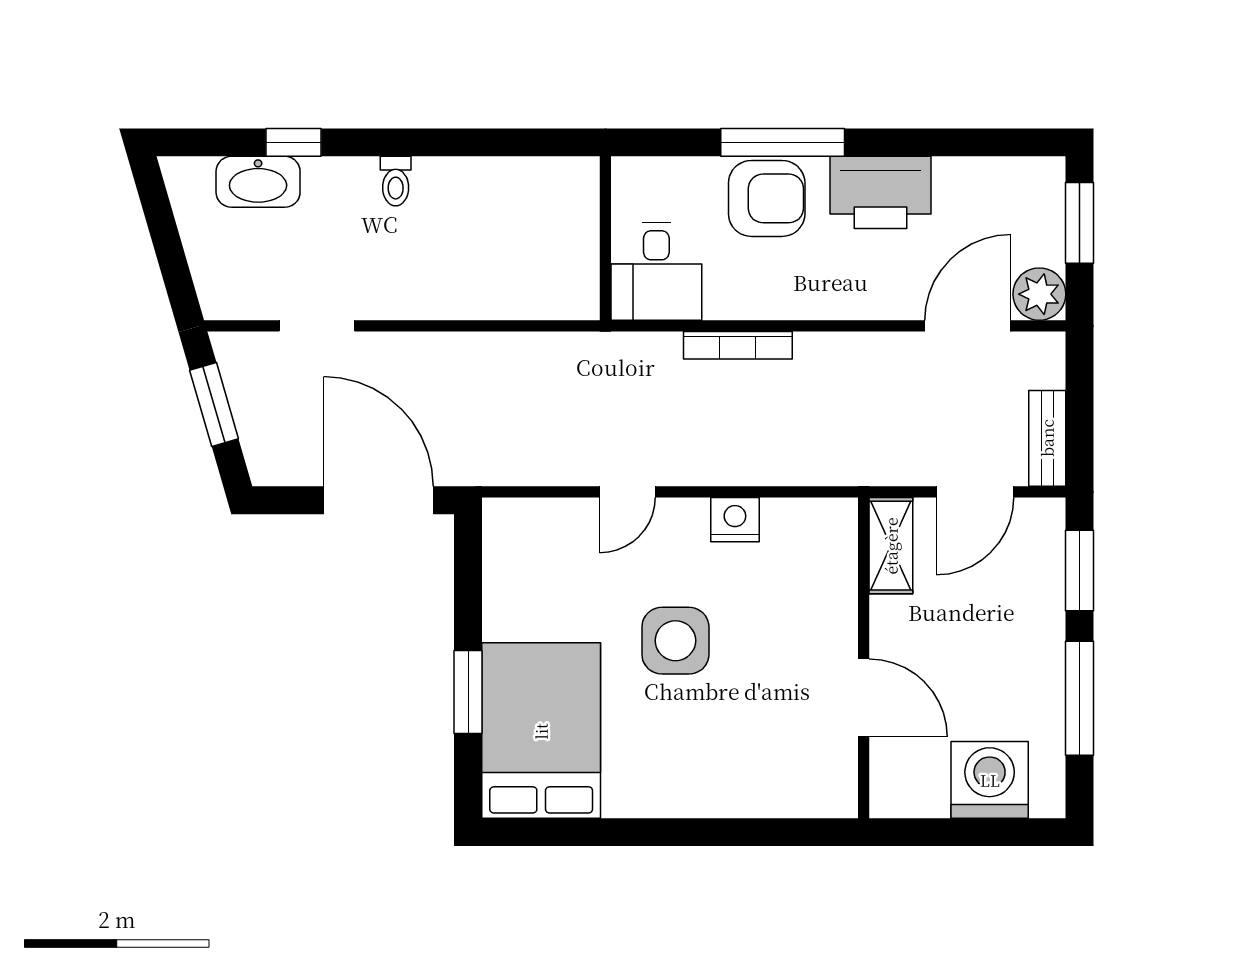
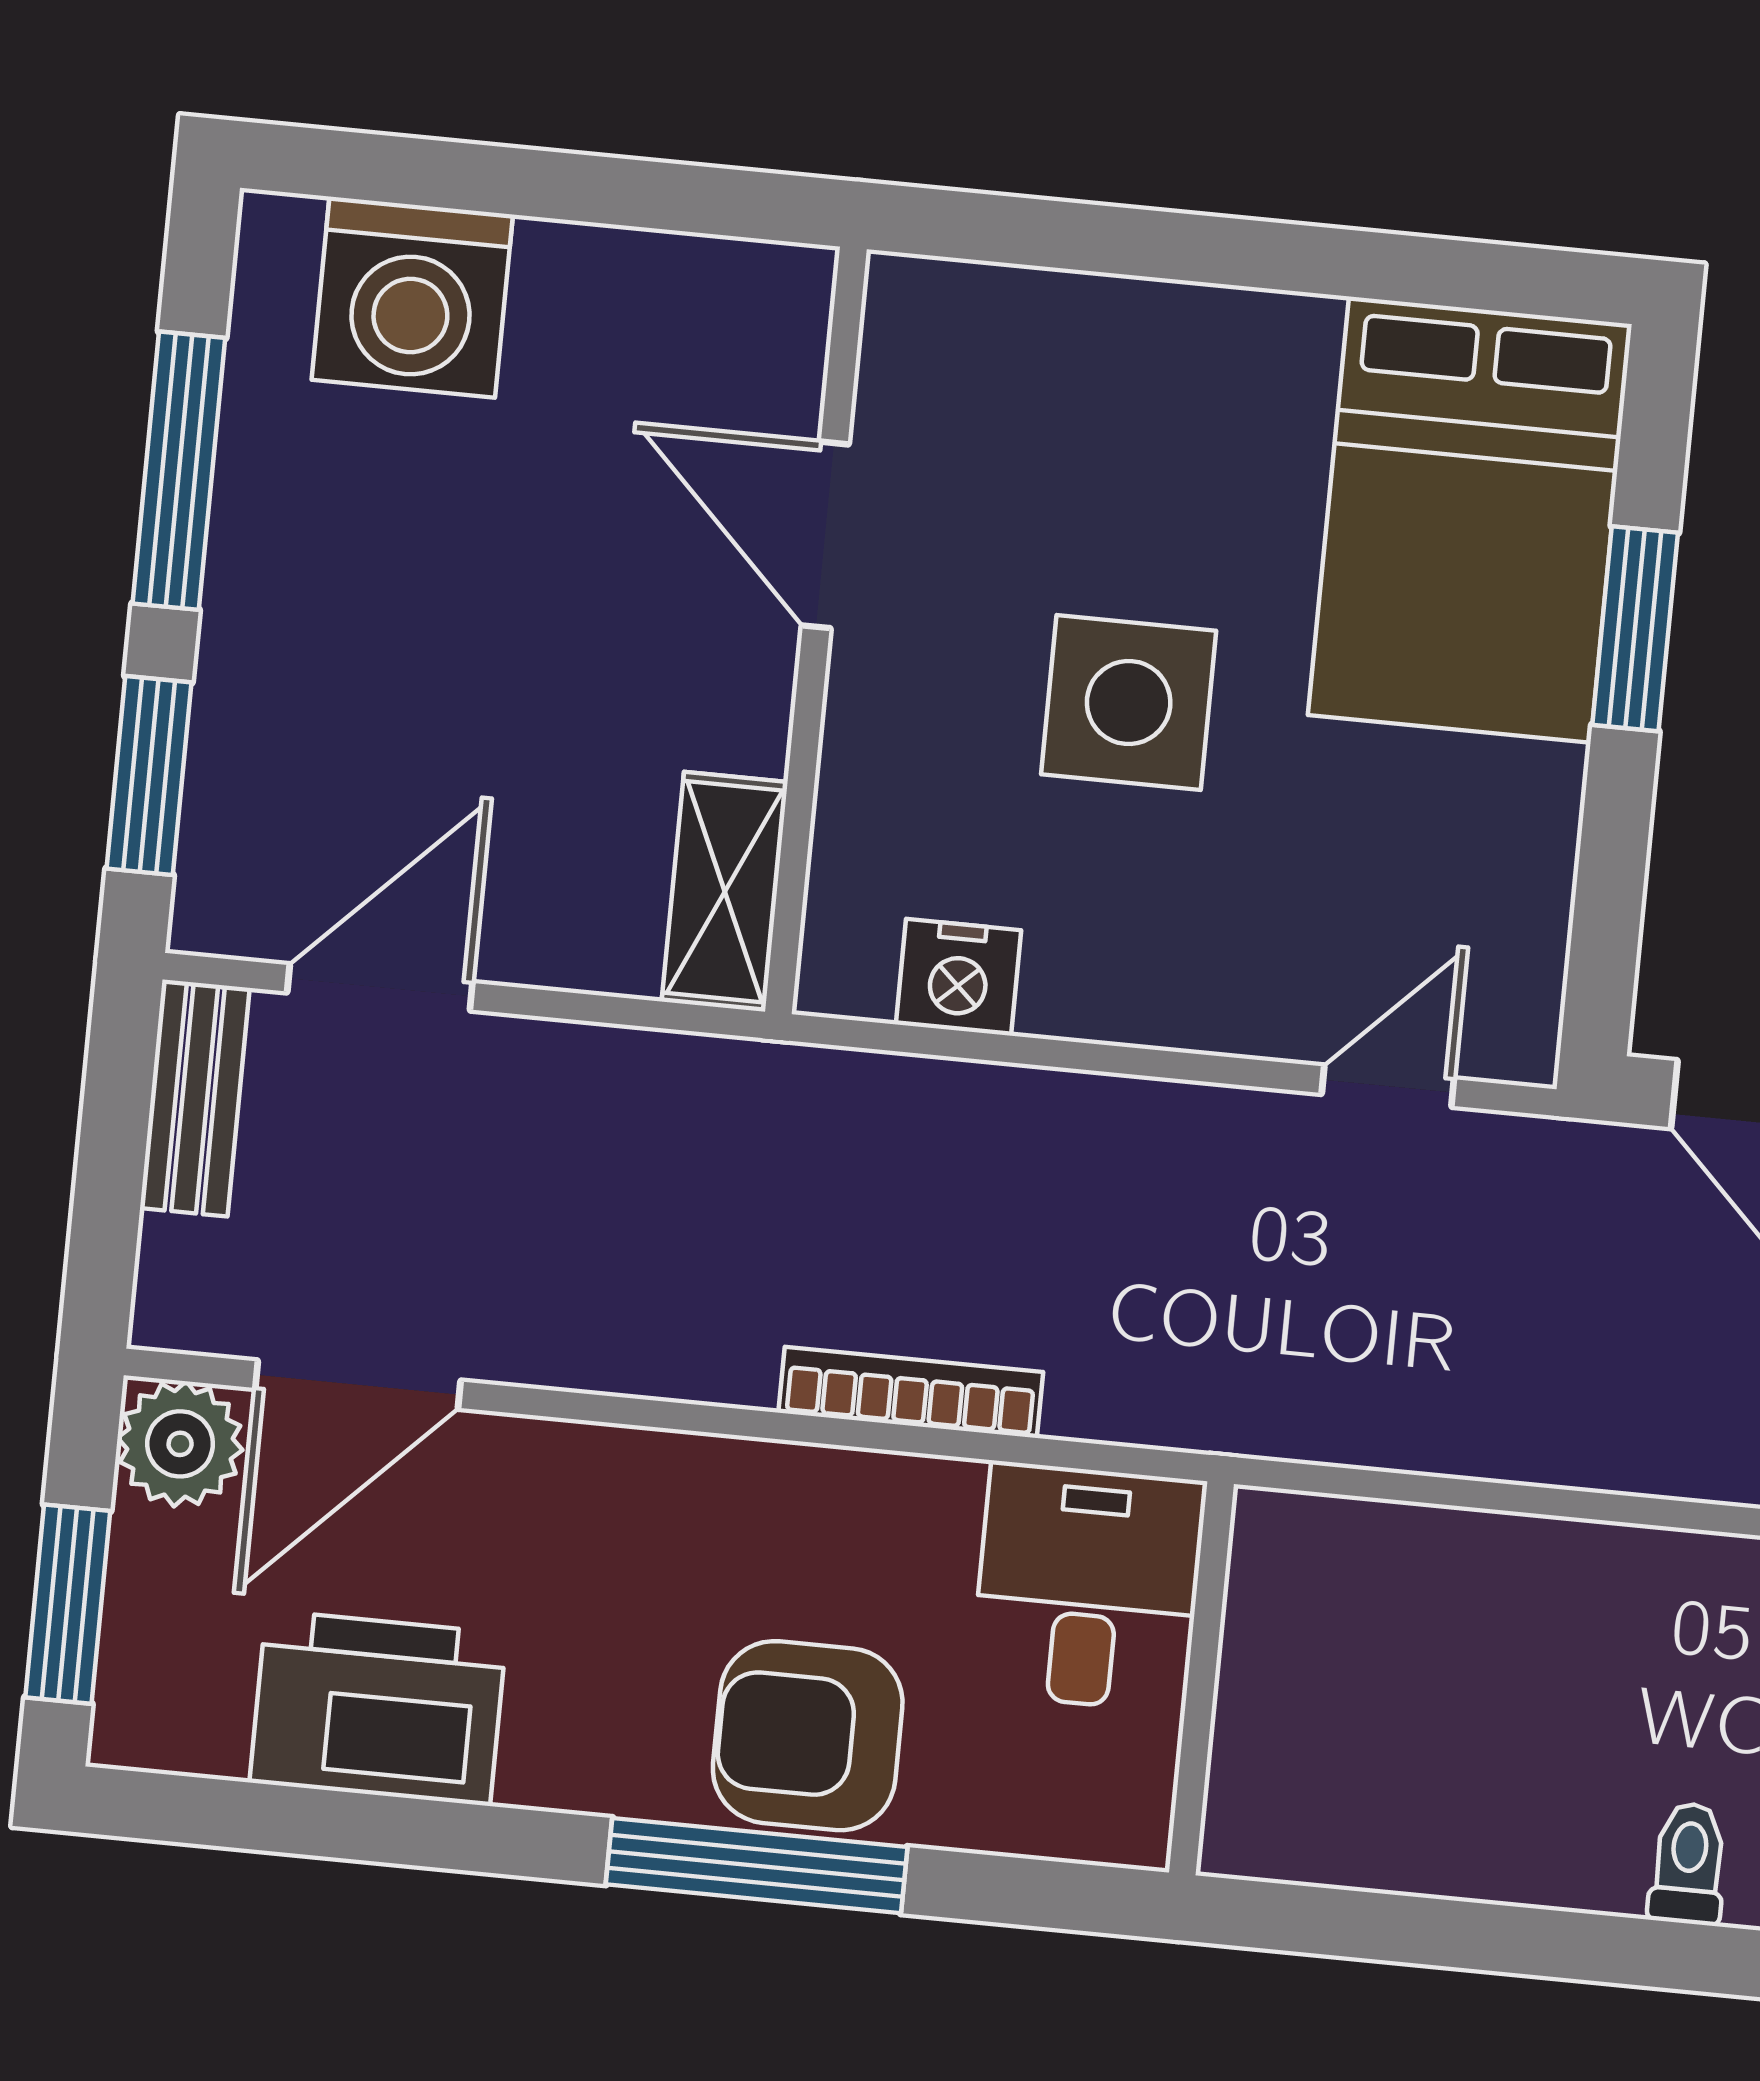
printer: (881, 192) -> (378, 1708), moved
door: (627, 492) -> (1388, 1086), moved
shelving: (891, 546) -> (725, 892), moved
wall: (864, 658) -> (816, 630), moved
door: (864, 698) -> (825, 535), moved

